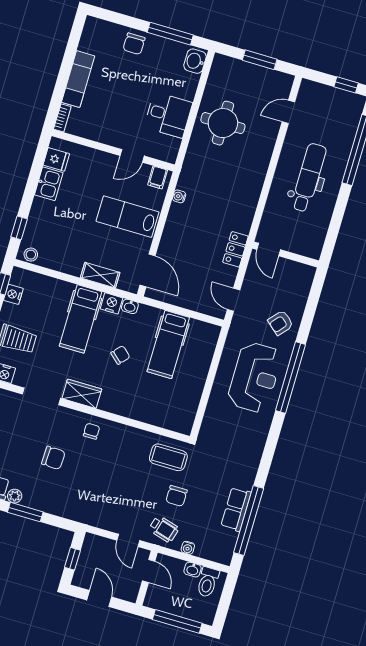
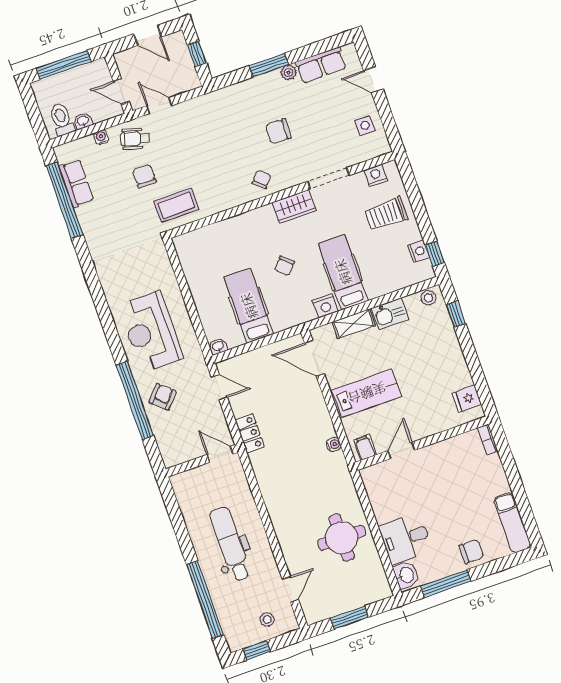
chair: (134, 44) -> (471, 551), turned 90
exam couch: (78, 79) -> (512, 523), moved
stool: (322, 102) -> (267, 620), added
desk: (168, 115) -> (406, 538), moved
dental chair: (309, 178) -> (230, 544), turned 180
kitchen sink: (49, 184) -> (390, 314), moved, turned -90
washbasin: (130, 306) -> (218, 346), moved
window: (290, 377) -> (135, 400), moved
chair: (91, 431) -> (262, 179), turned -139
row of seats: (236, 509) -> (76, 183), moved

